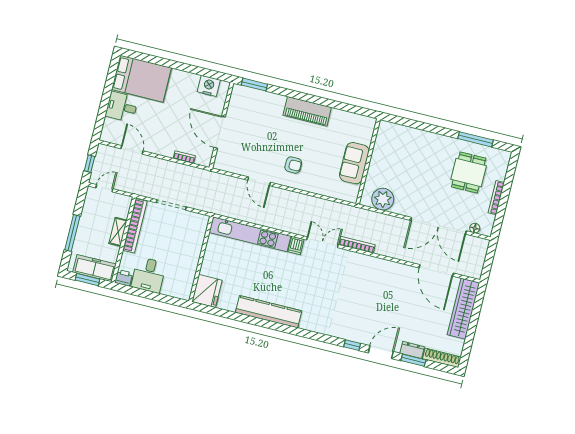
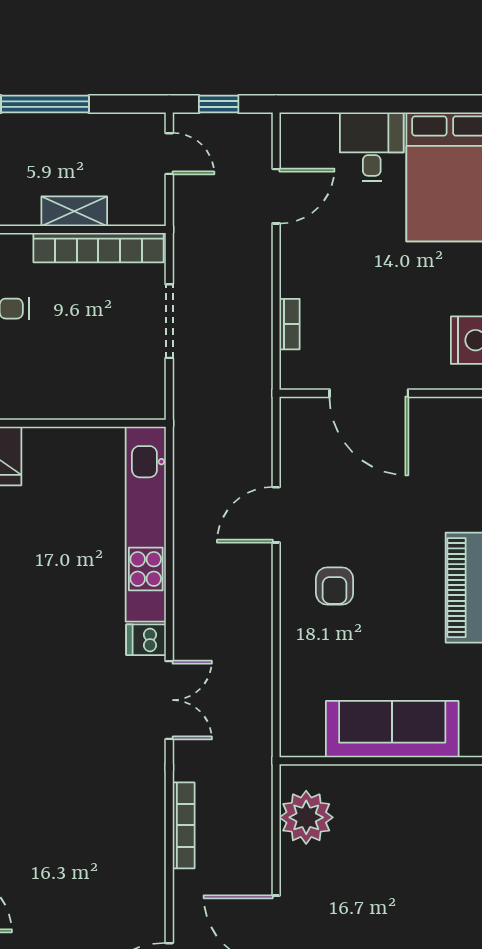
door: (220, 132) -> (369, 393), swing flipped
sofa: (354, 163) -> (392, 729), width x1.36
bookcase: (357, 245) -> (184, 825), moved

